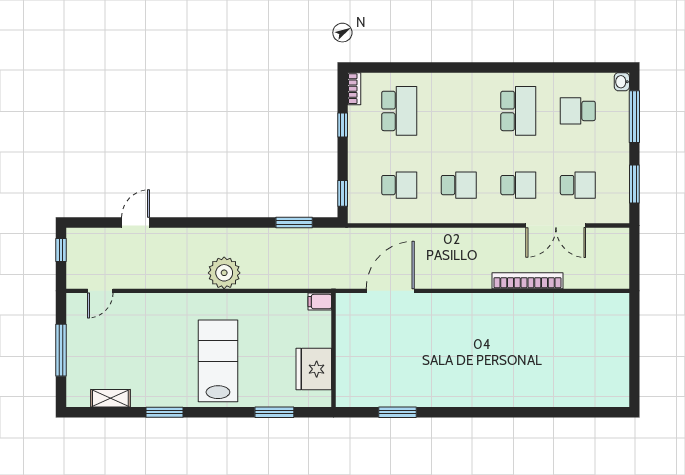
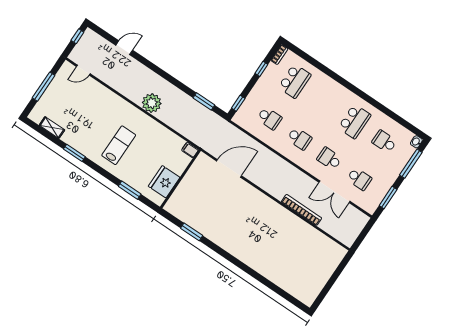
school desk: (518, 185) -> (329, 159), turned 180
lab bench: (218, 361) -> (119, 145), width x0.73, depth x0.72

